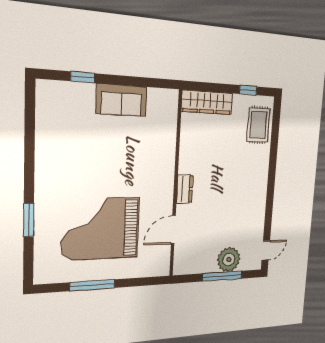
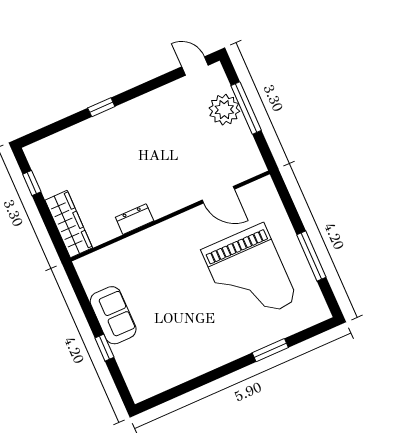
window: (83, 77) -> (104, 348), moved
rug: (258, 125) -> (61, 151), removed
window: (272, 170) -> (101, 107), added
dresser: (185, 189) -> (135, 219), moved

